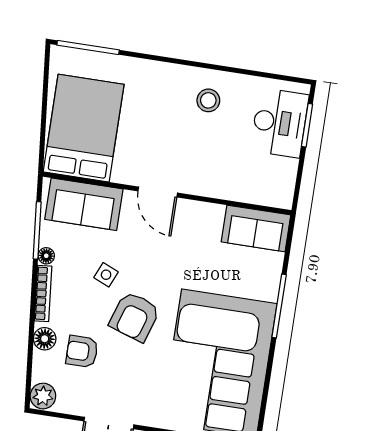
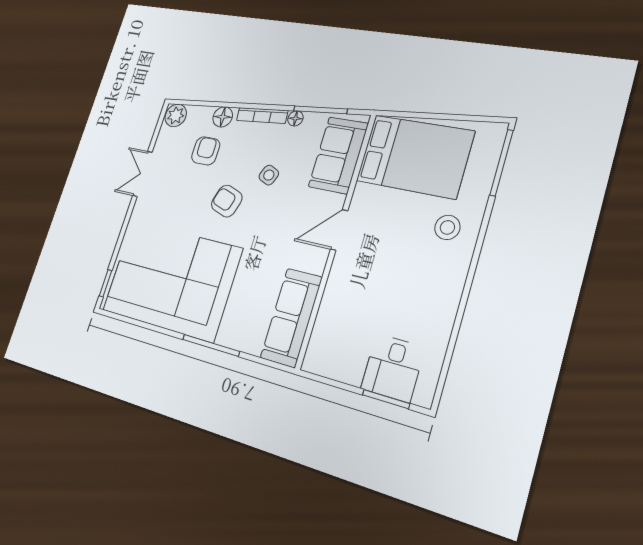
stool: (208, 100) -> (447, 227), moved
desk: (279, 123) -> (393, 368), width x0.73
sofa: (256, 228) -> (291, 318), width x1.36
armchair: (135, 317) -> (227, 201), width x0.72, depth x0.72

